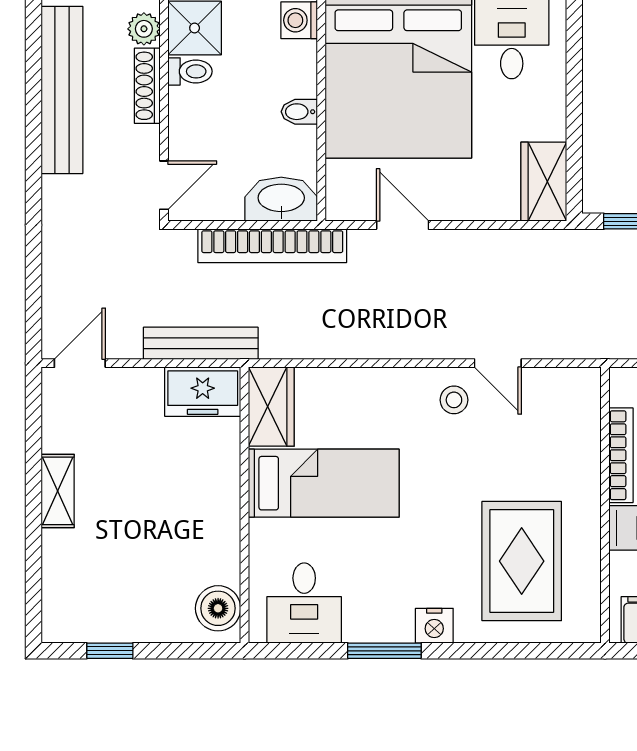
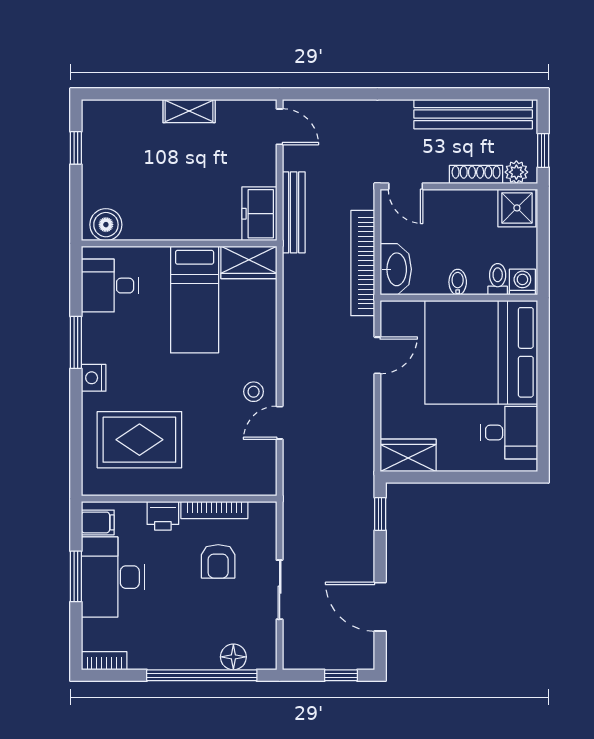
toilet: (190, 71) -> (498, 279), moved, turned 180

